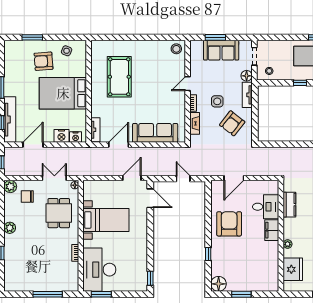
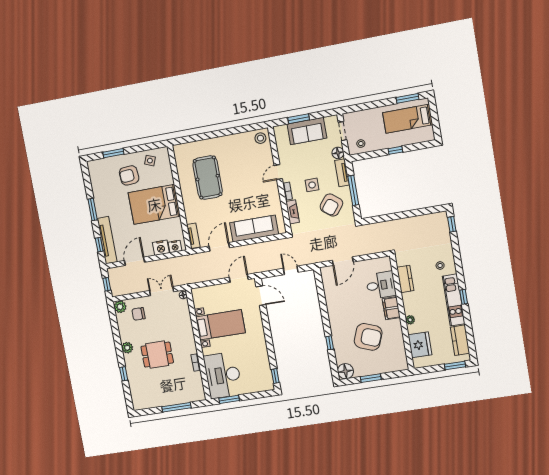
window: (255, 113) -> (353, 190), added
dining table: (59, 213) -> (157, 355), moved, turned 90
armchair: (229, 224) -> (368, 337), moved, turned 111

